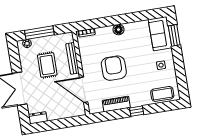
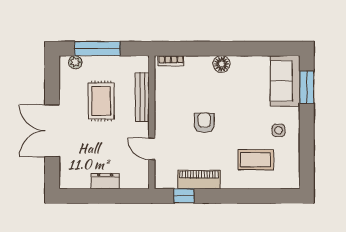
armchair: (114, 68) -> (204, 123), width x0.53, depth x0.53
door: (84, 90) -> (152, 149), width x0.53
coffee table: (162, 94) -> (256, 160), moved
window: (137, 111) -> (184, 196), moved
dresser: (38, 118) -> (105, 181), moved

